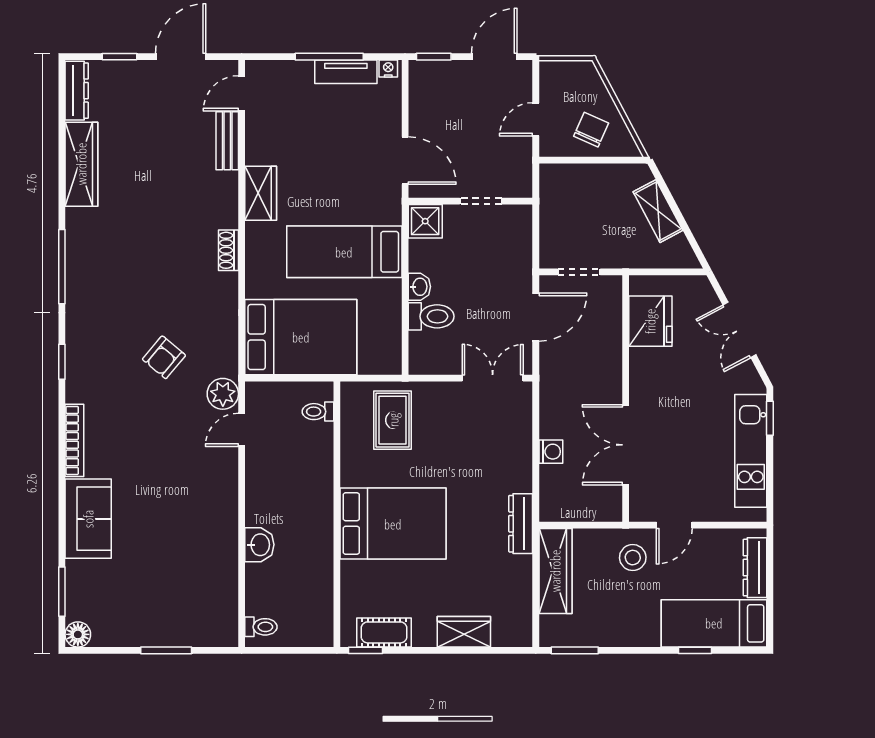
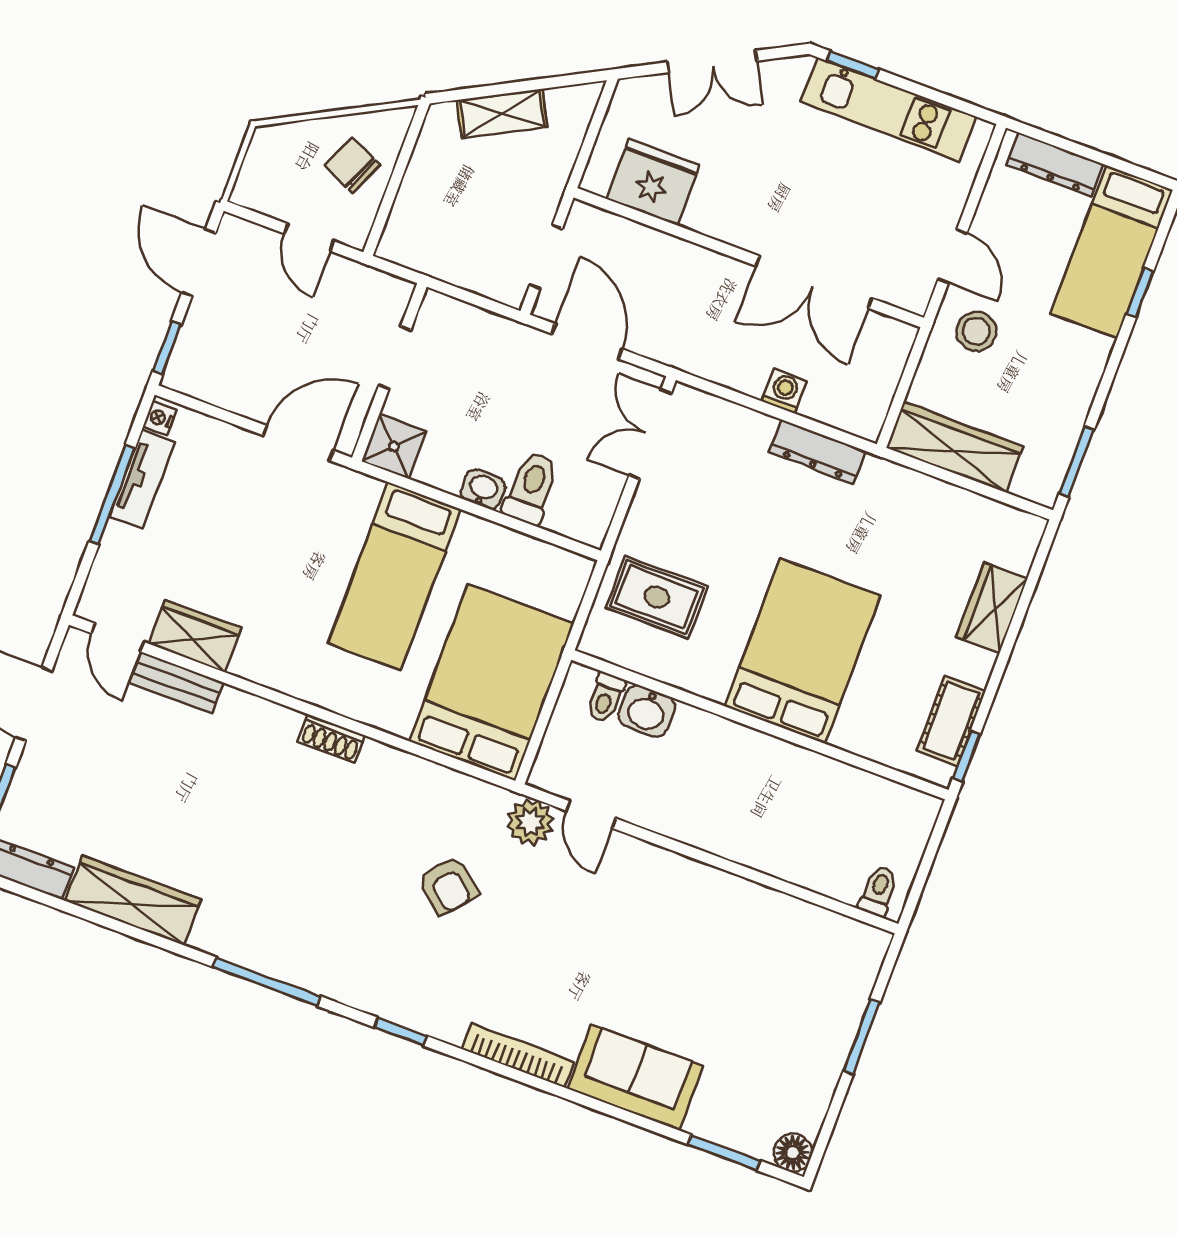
wardrobe: (261, 193) -> (195, 636), moved
dresser: (521, 524) -> (817, 452), moved
washbasin: (259, 545) -> (647, 711), moved, turned 180

